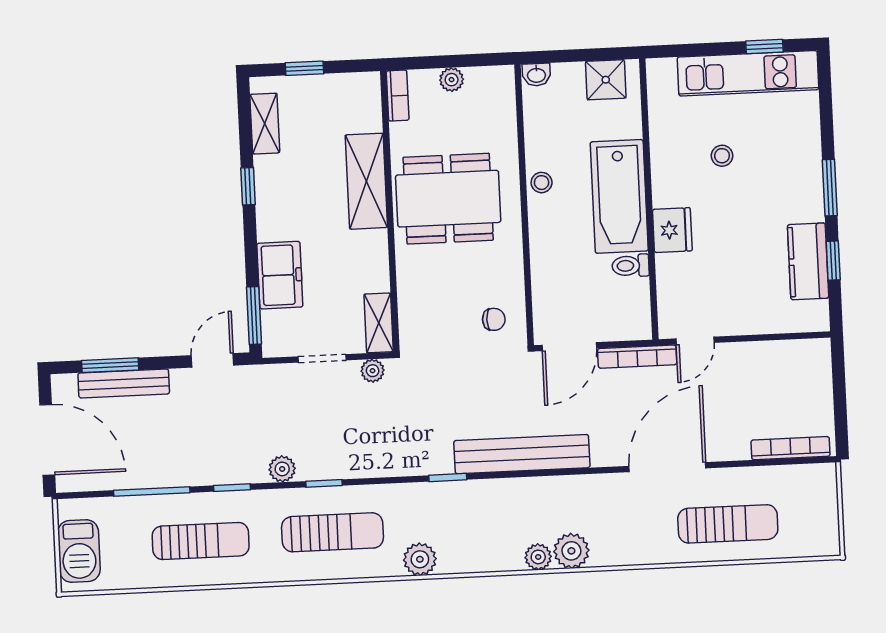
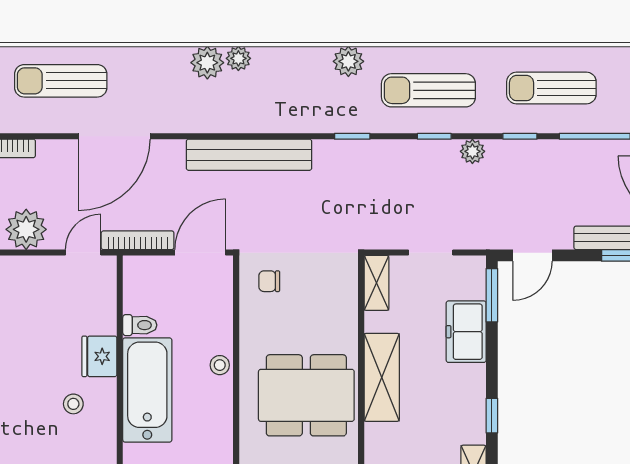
stool: (722, 156) -> (73, 404), moved
shelving: (366, 181) -> (382, 377), moved
stool: (542, 183) -> (220, 365), moved
plant: (373, 371) -> (26, 229), moved, width x1.87, depth x1.87
window: (448, 477) -> (352, 136), moved

